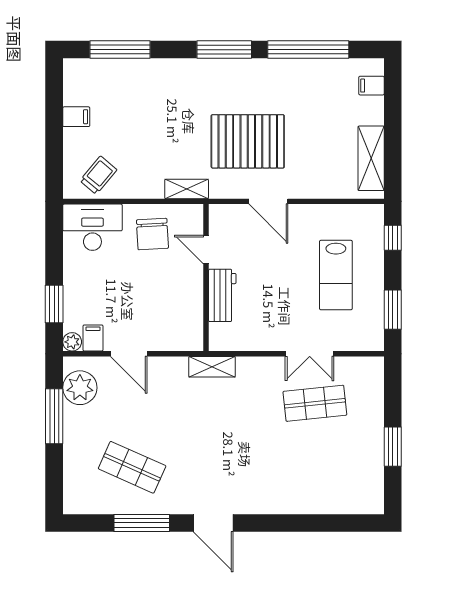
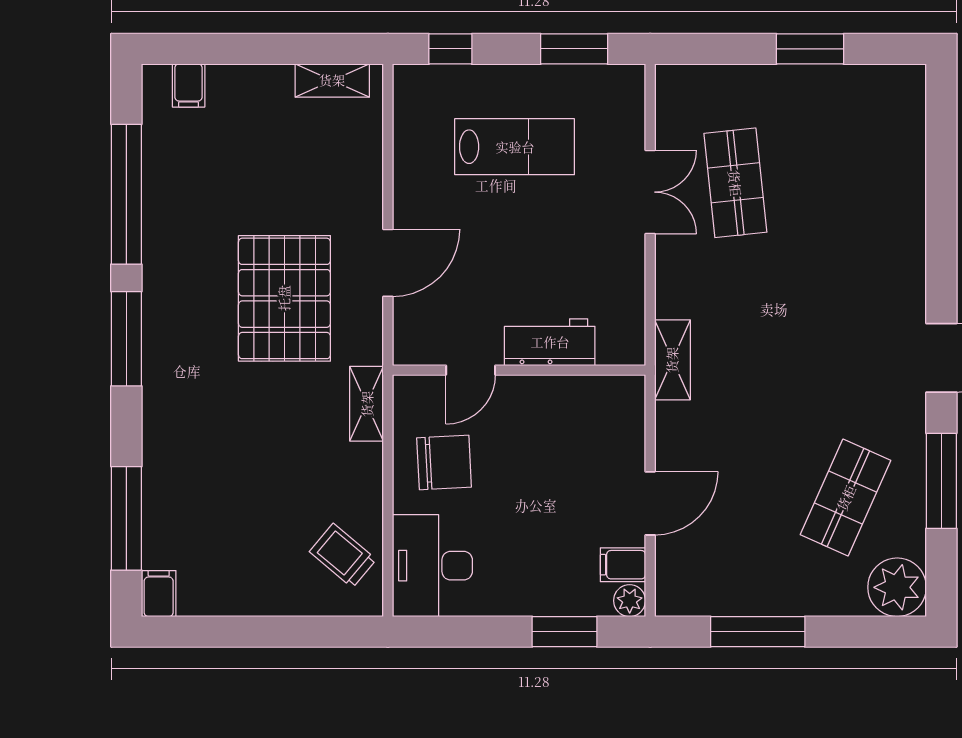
filing cabinet: (76, 117) -> (159, 594), moved
shelving: (371, 158) -> (332, 80), width x0.67, depth x0.75
plant: (80, 388) -> (897, 587), moved

